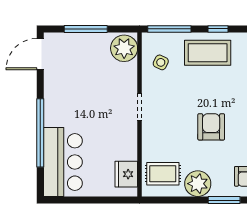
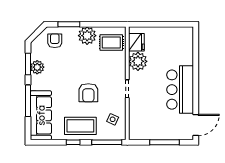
plant: (124, 48) -> (138, 61), moved
armchair: (211, 127) -> (88, 93), moved
window: (40, 133) -> (196, 71), removed
bar counter: (63, 162) -> (180, 90), moved

